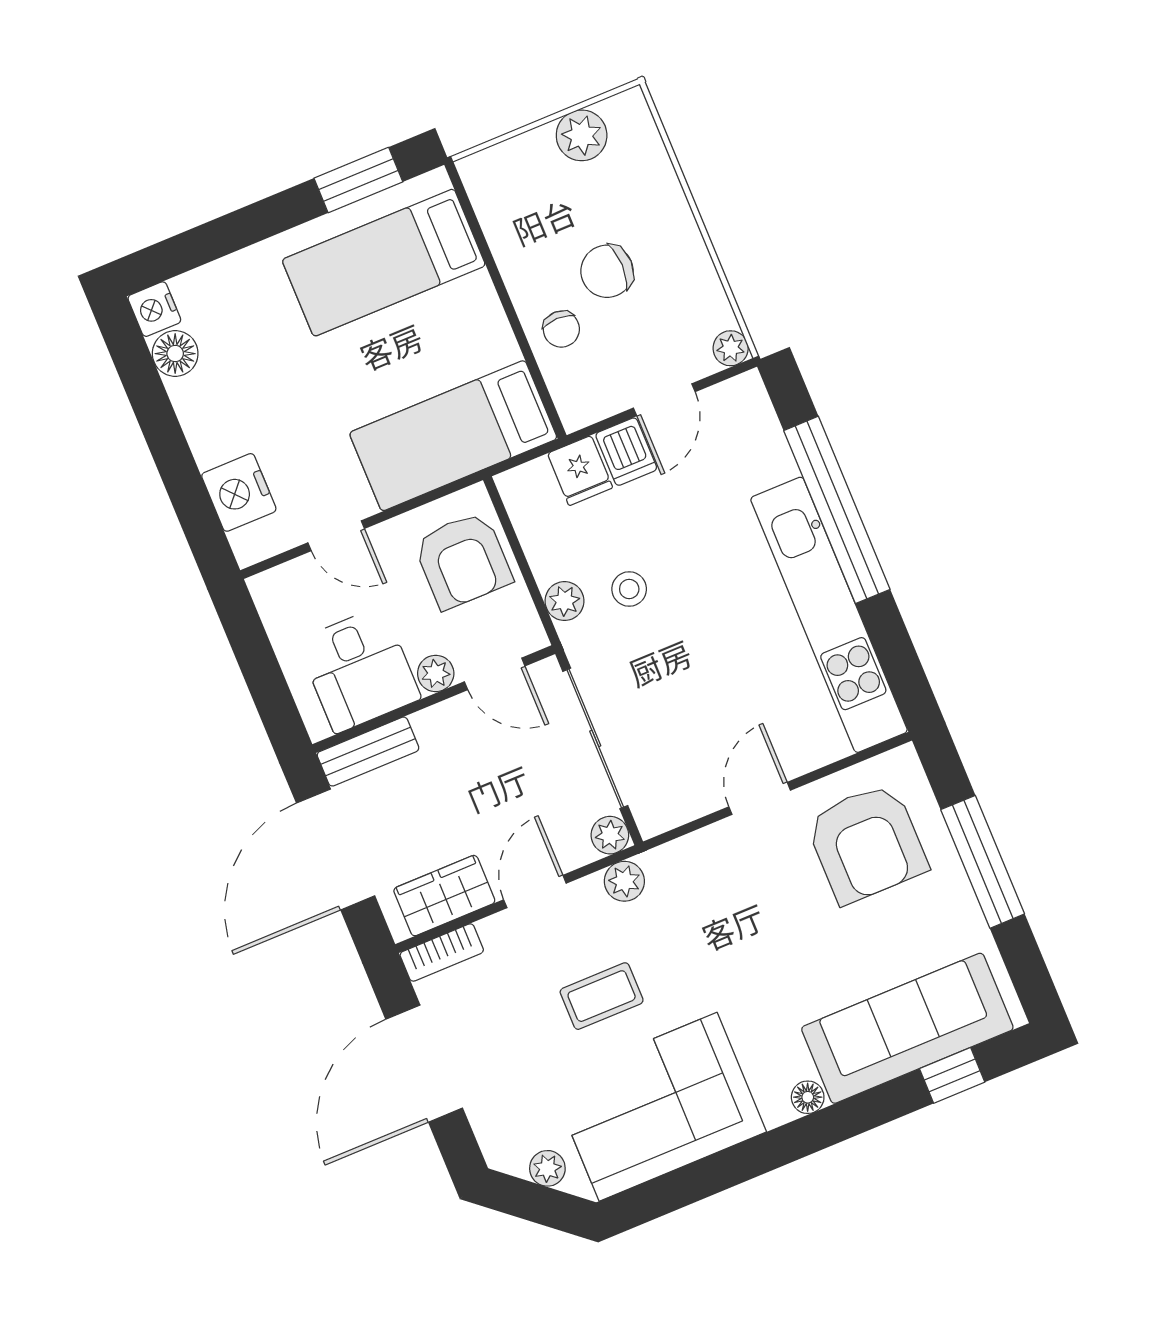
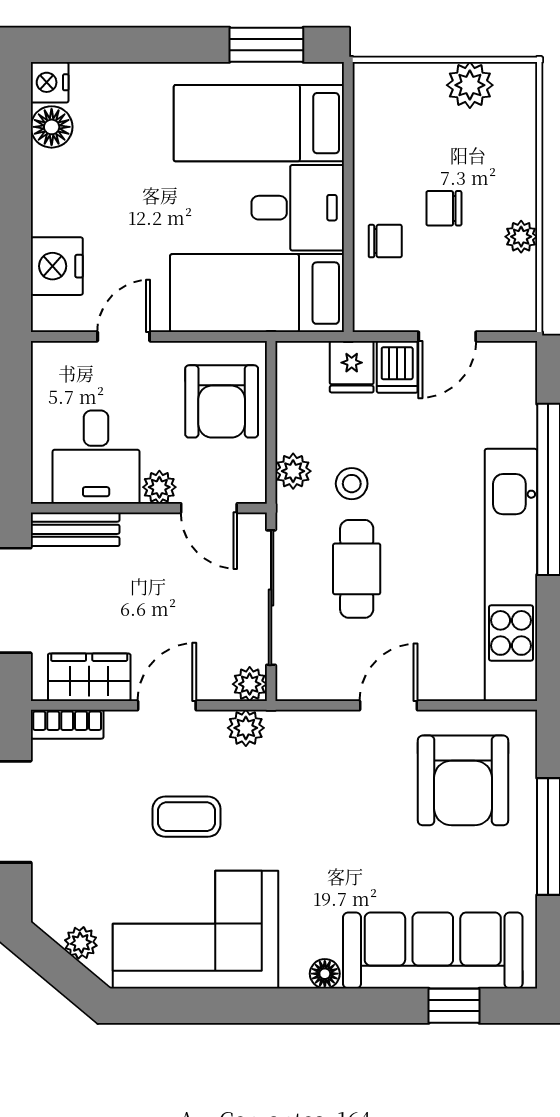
chair: (607, 271) -> (444, 208), width x0.73, depth x0.73
chair: (561, 329) -> (385, 241), turned -90
desk: (459, 332) -> (298, 208), added
plant: (731, 348) -> (521, 237), moved
door: (336, 536) -> (124, 336), swing flipped
cafe table: (670, 673) -> (357, 569), added

